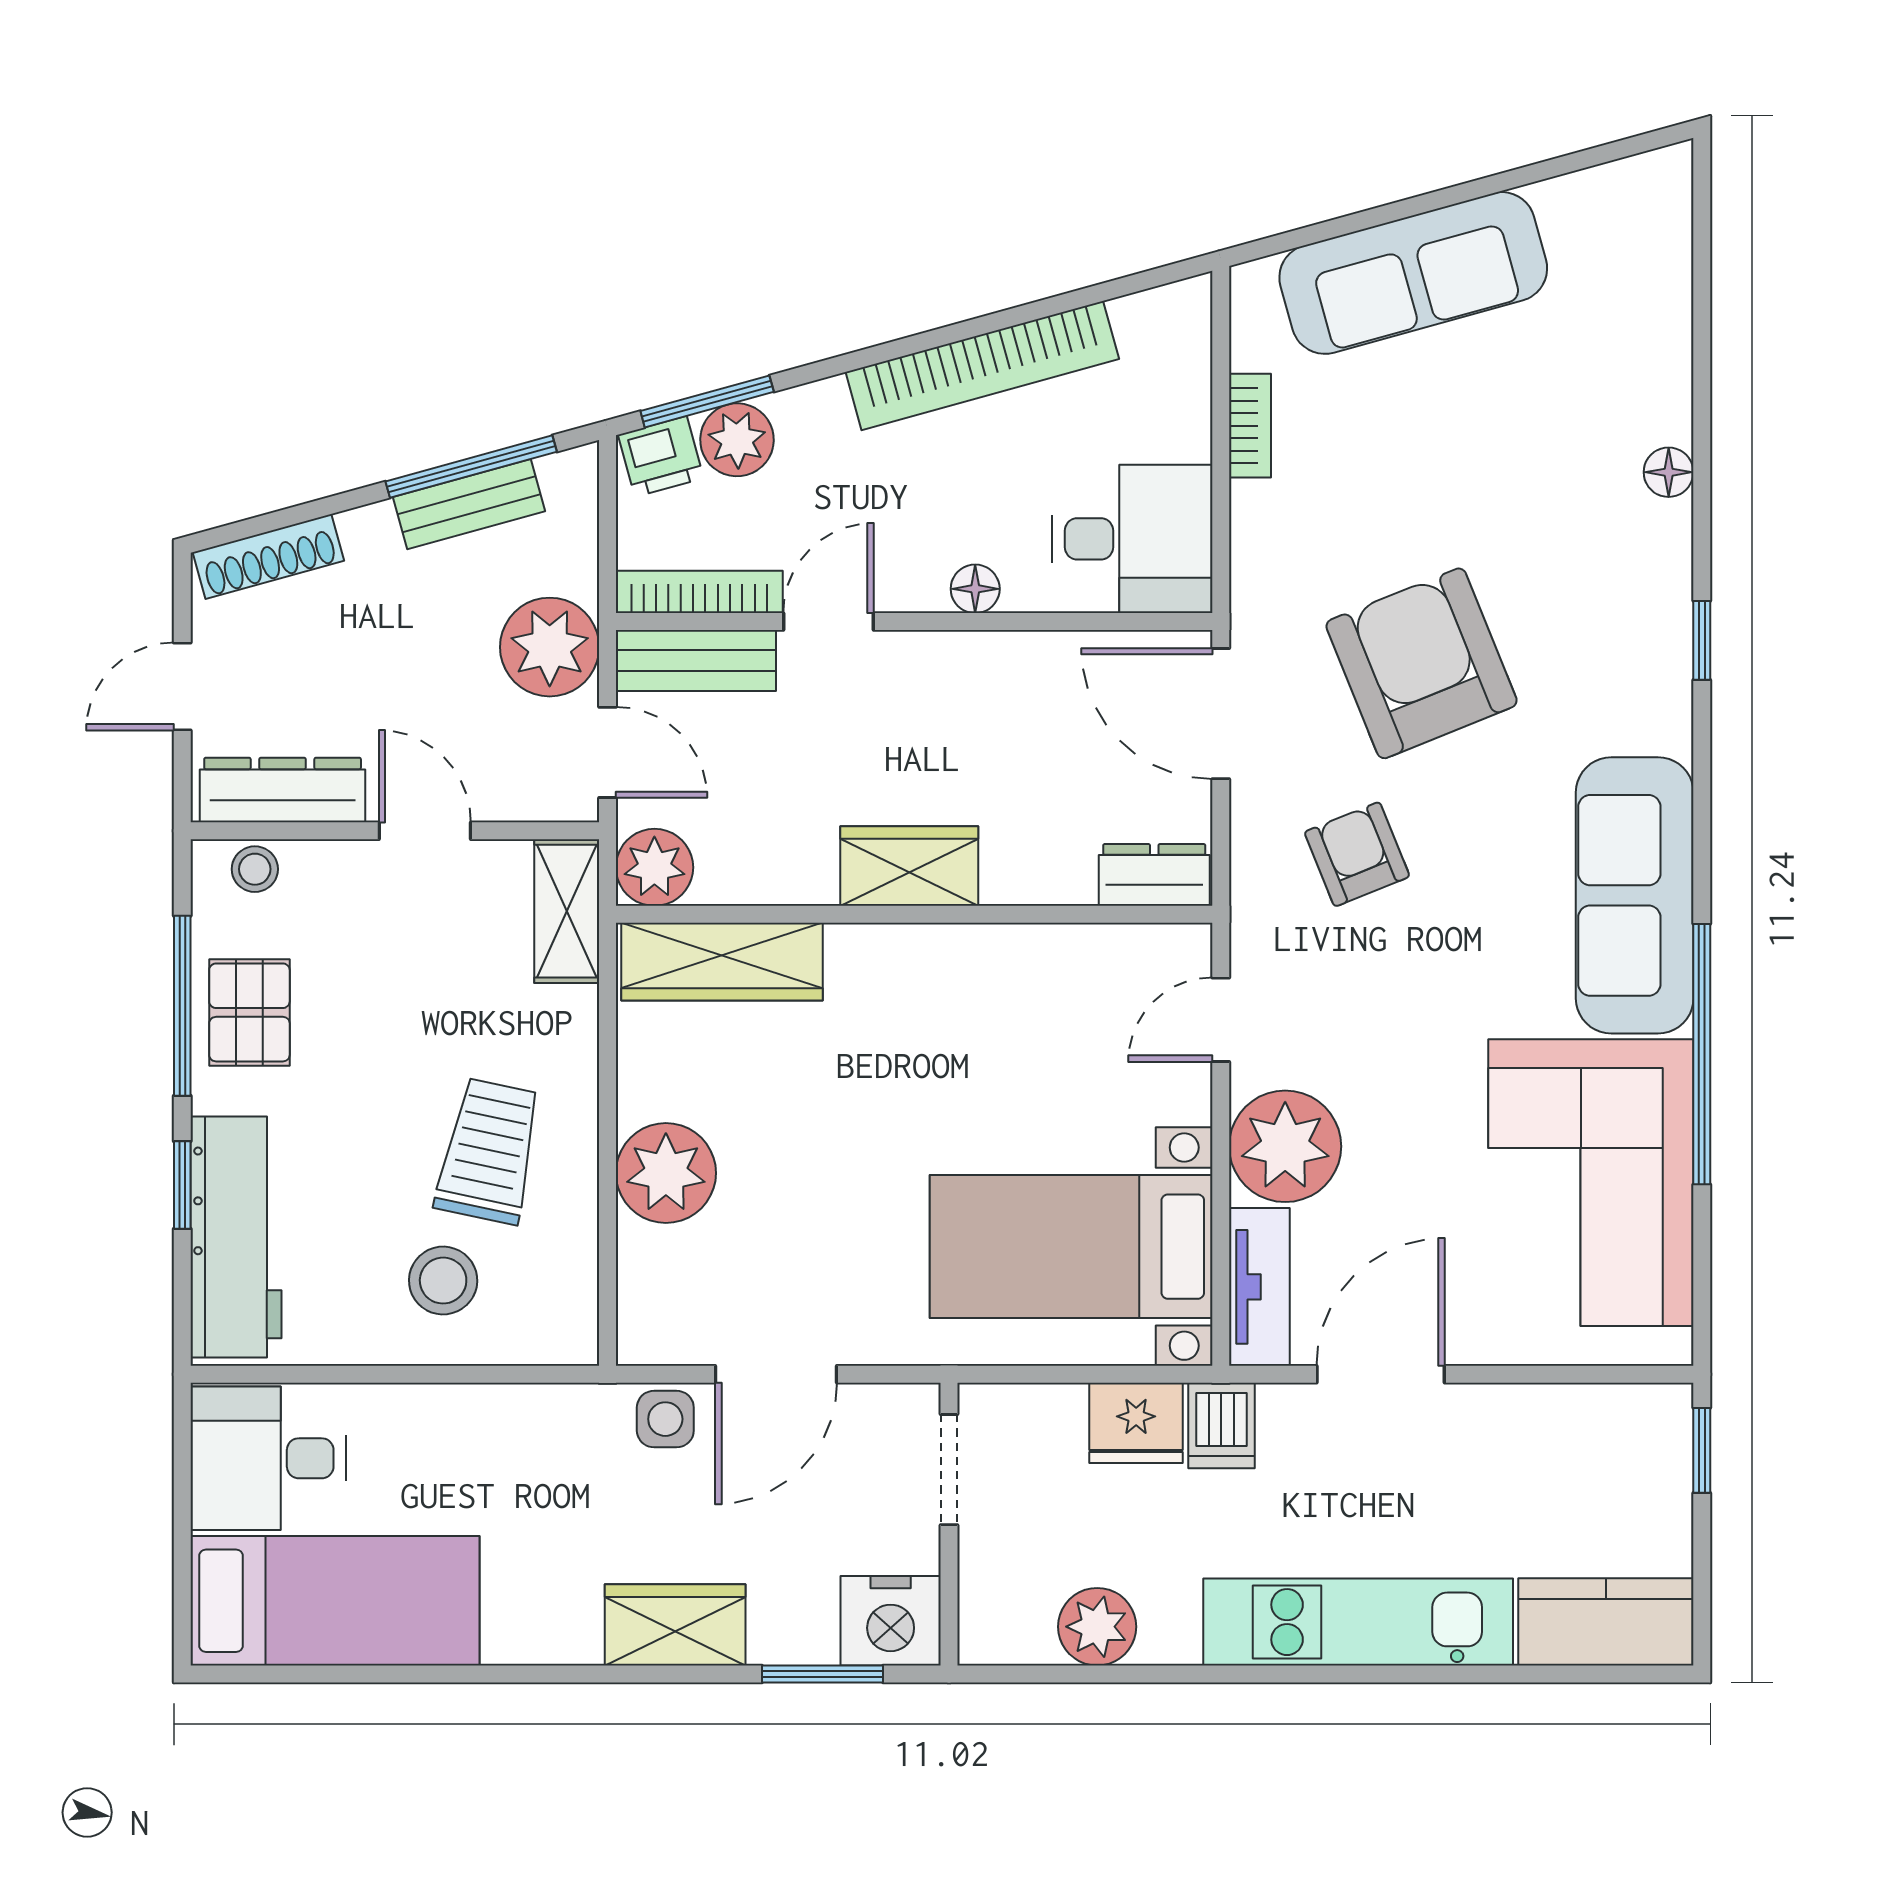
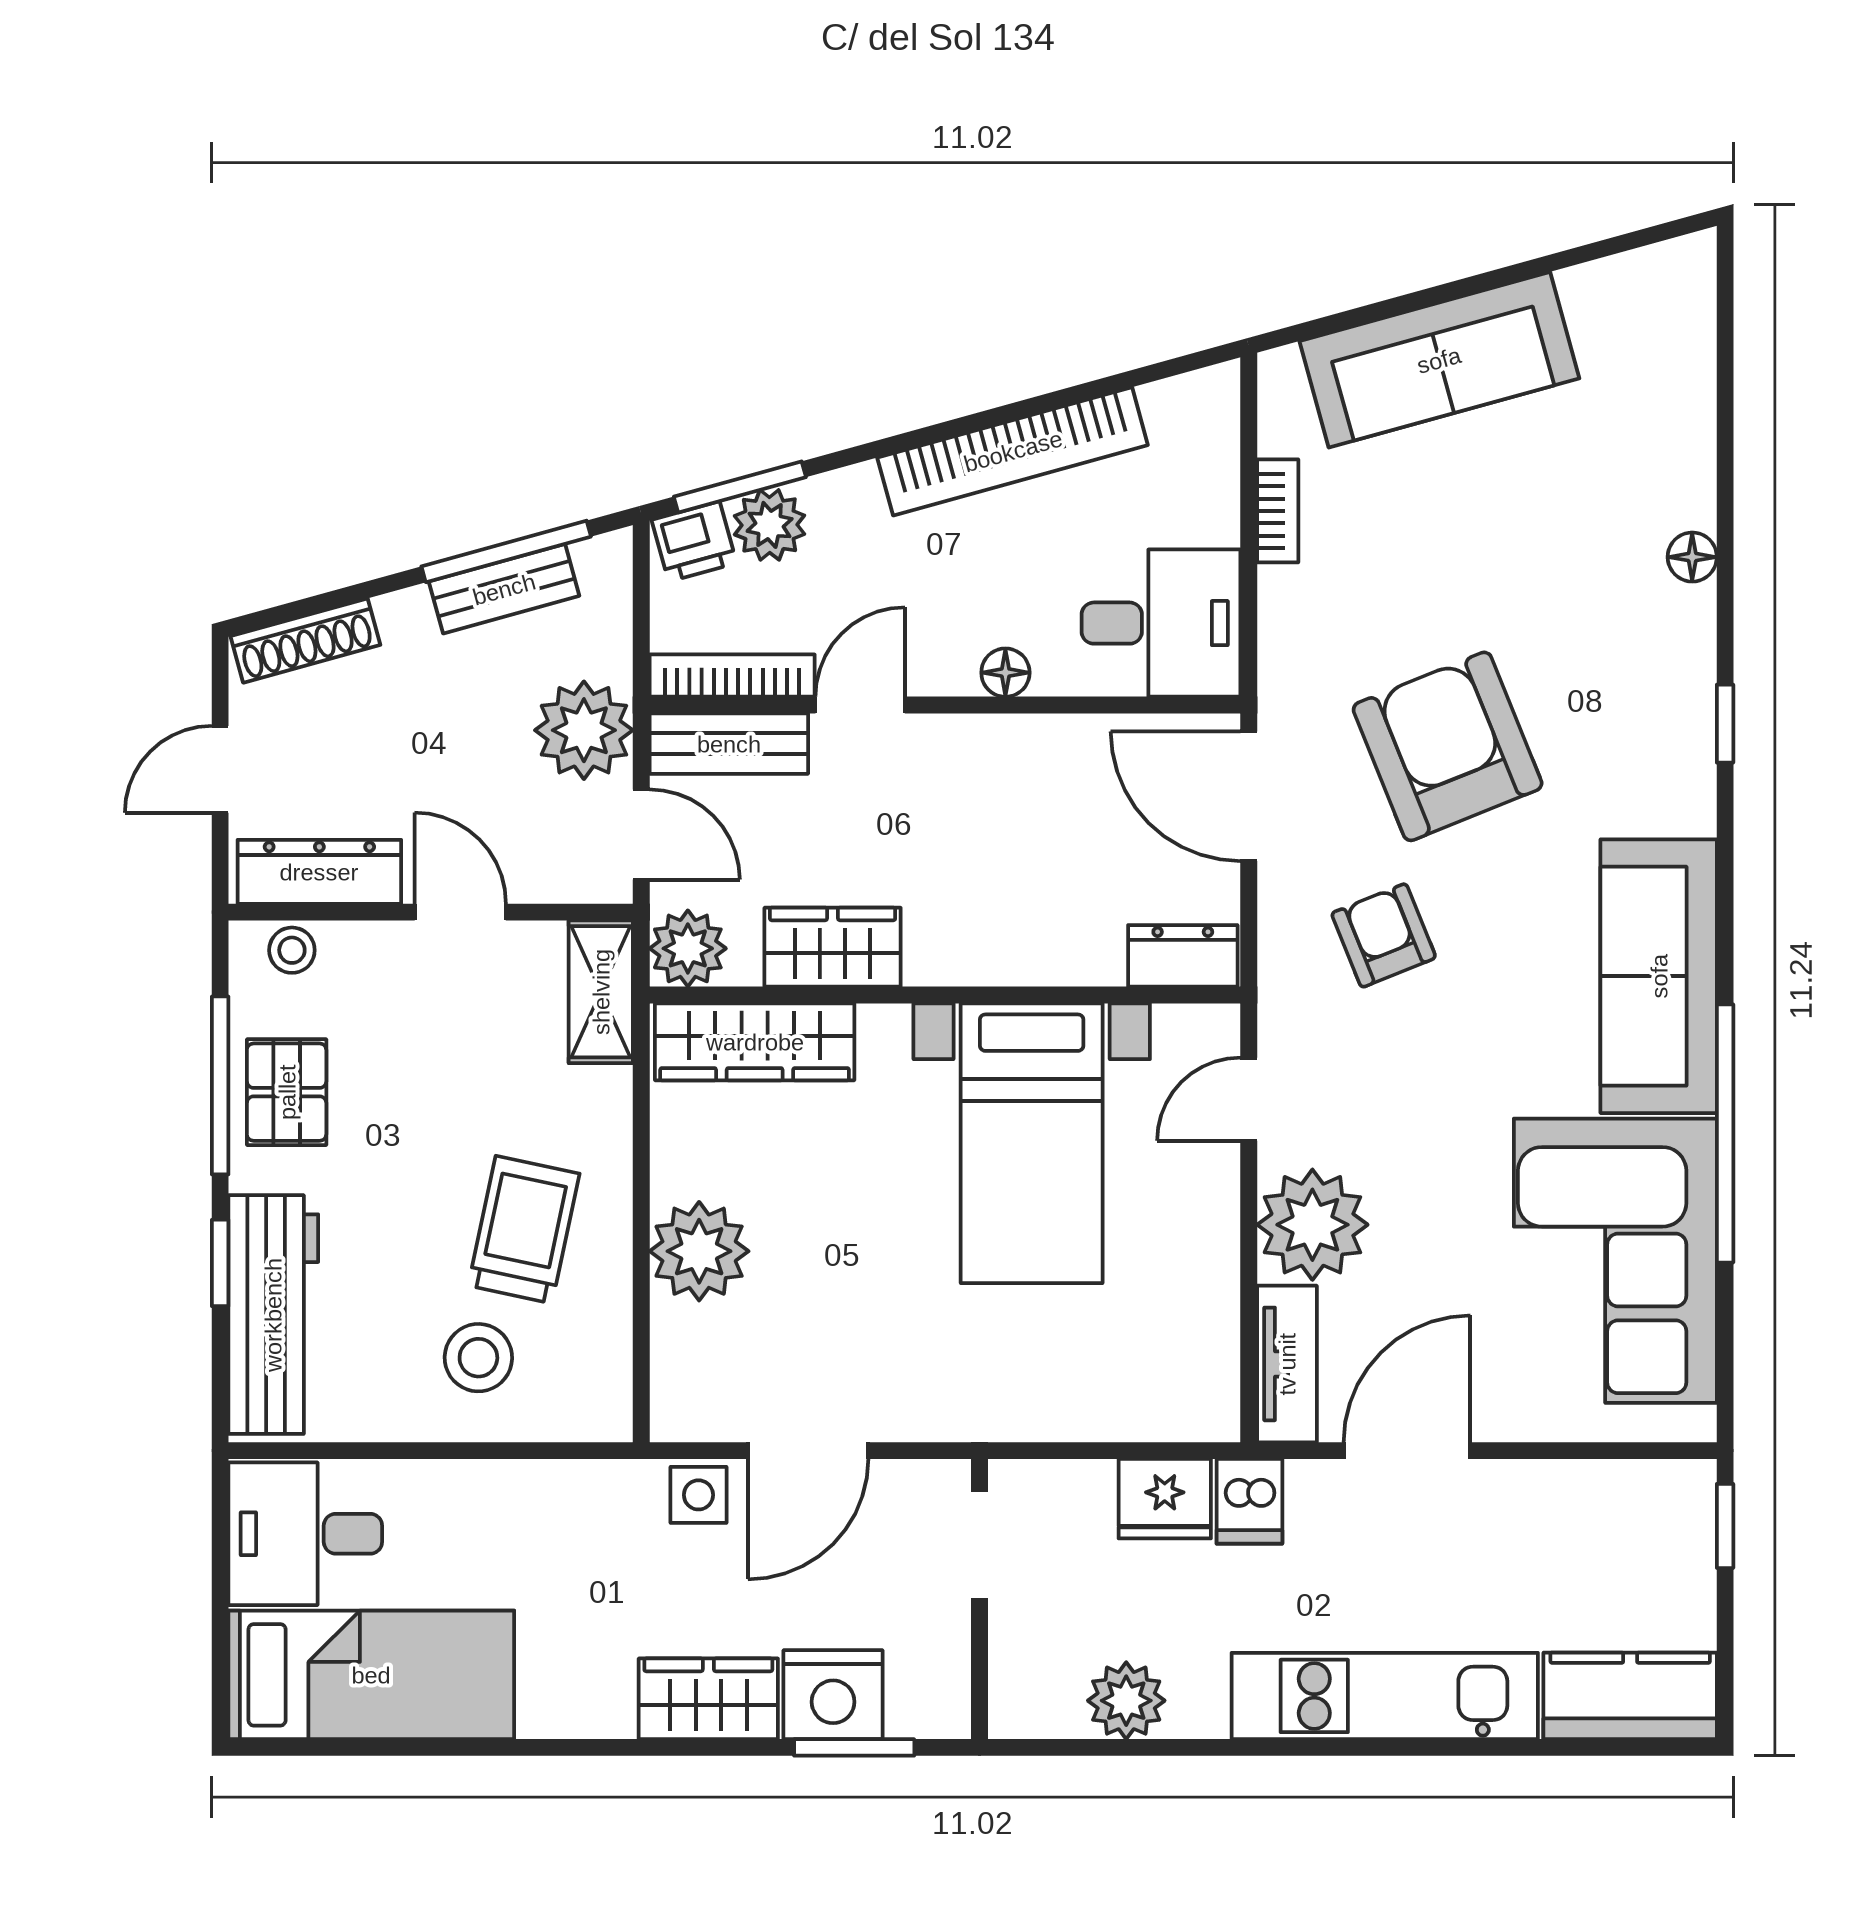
wardrobe: (909, 866) -> (833, 947), moved
bed with nightstands: (1071, 1247) -> (1032, 1143), moved, turned -90
nightstand: (891, 1621) -> (833, 1695), moved

